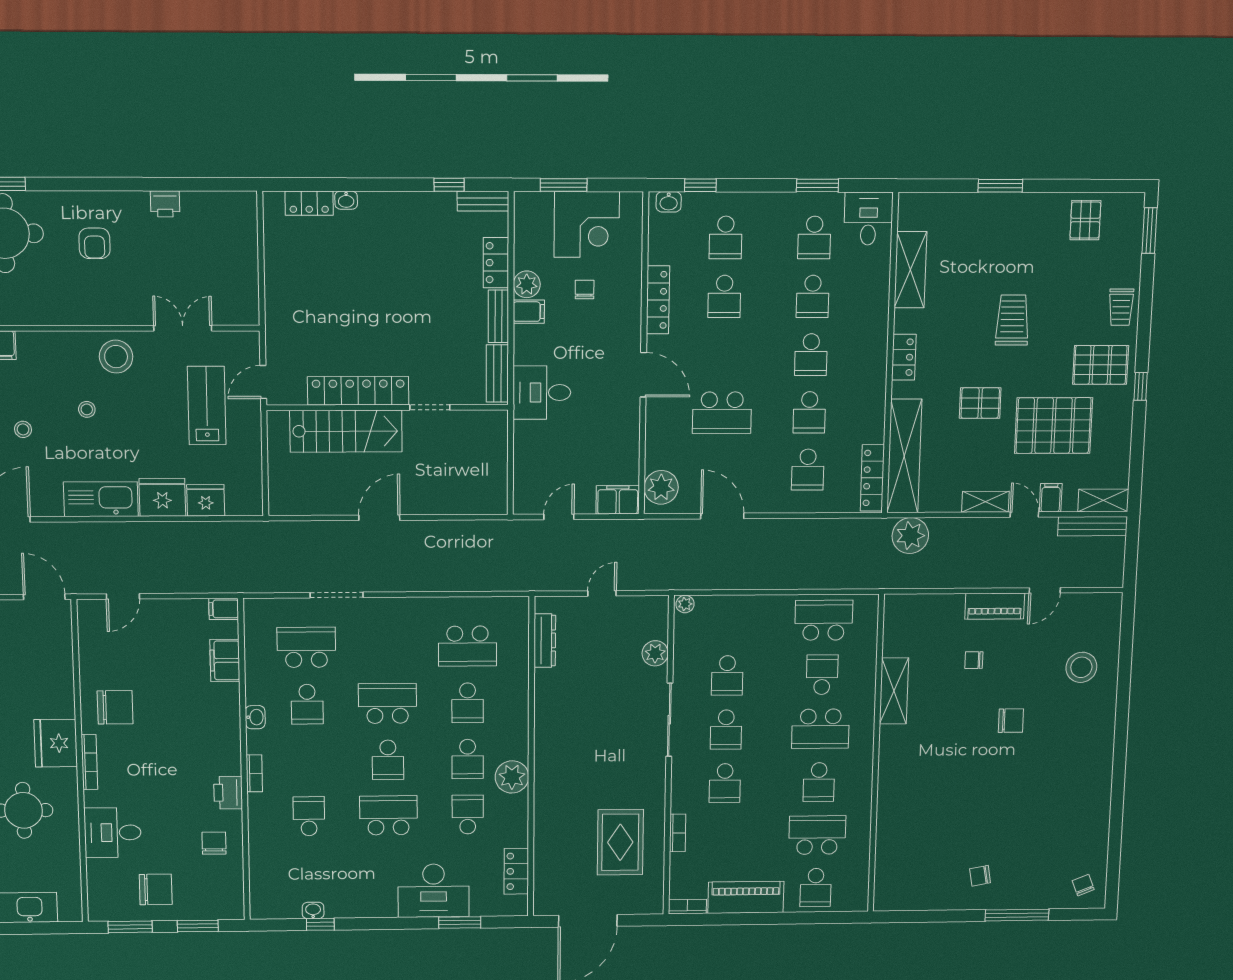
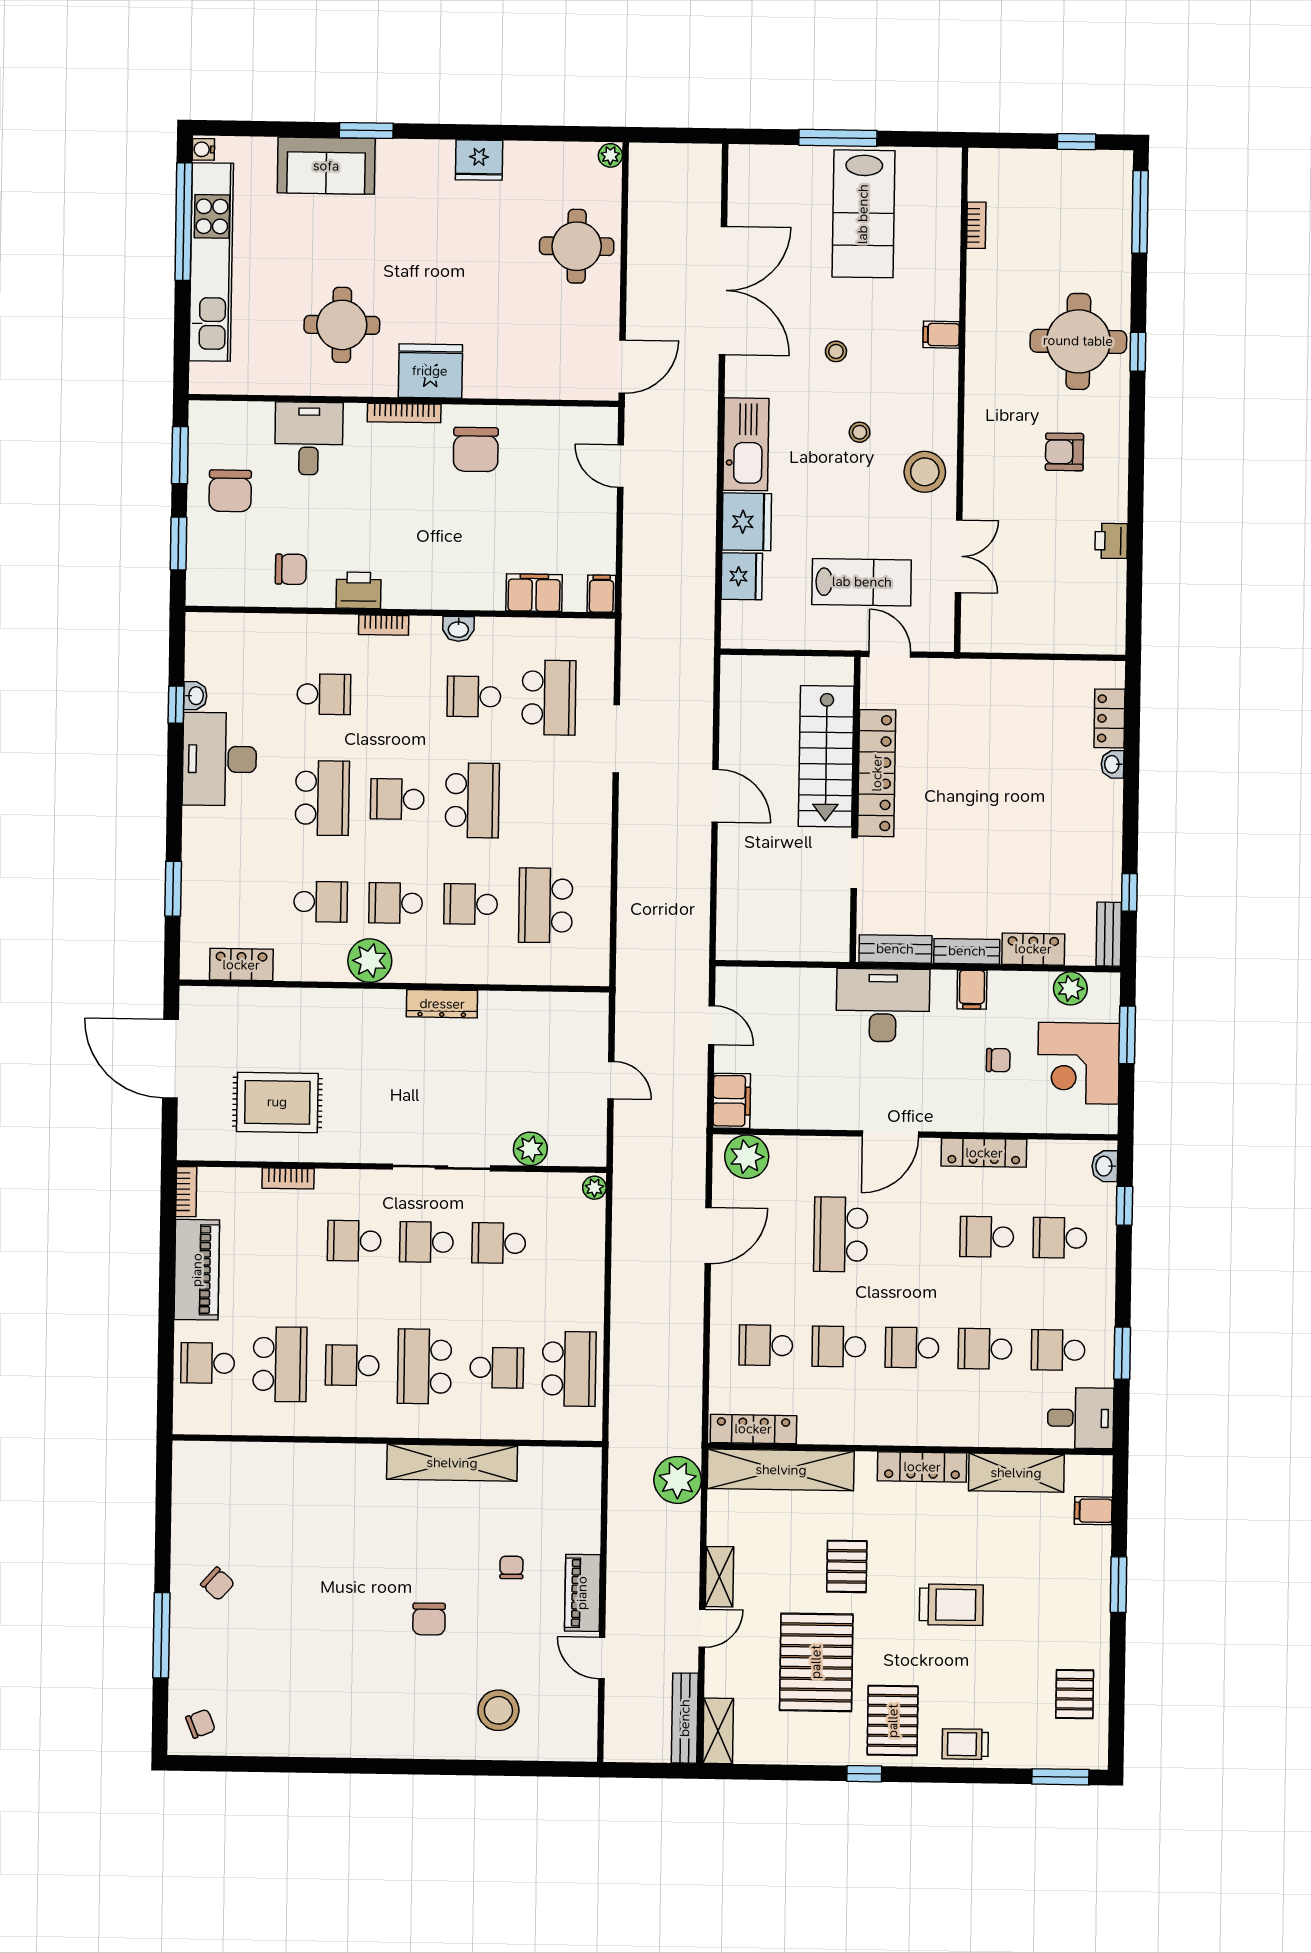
pallet: (1085, 220) -> (1075, 1694), turned 90
plant: (527, 284) -> (1070, 988), moved
locker: (904, 357) -> (922, 1467), width x1.53
desk: (542, 393) -> (883, 1005), width x1.37
filing cabinet: (1051, 498) -> (1093, 1511), moved, turned 180
dresser: (545, 641) -> (442, 1004), moved
shelving: (894, 691) -> (452, 1463), width x1.47
chair: (980, 876) -> (218, 1584), turned 142
desk: (434, 891) -> (219, 759), moved

